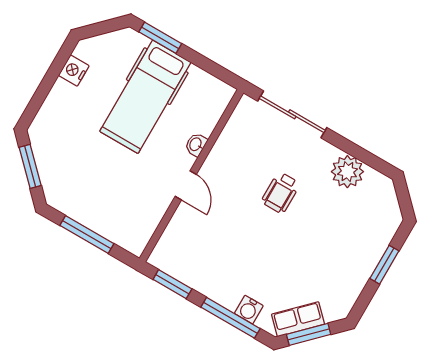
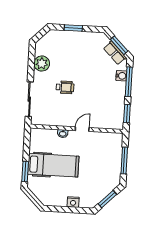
nightstand: (74, 71) -> (73, 202), moved

